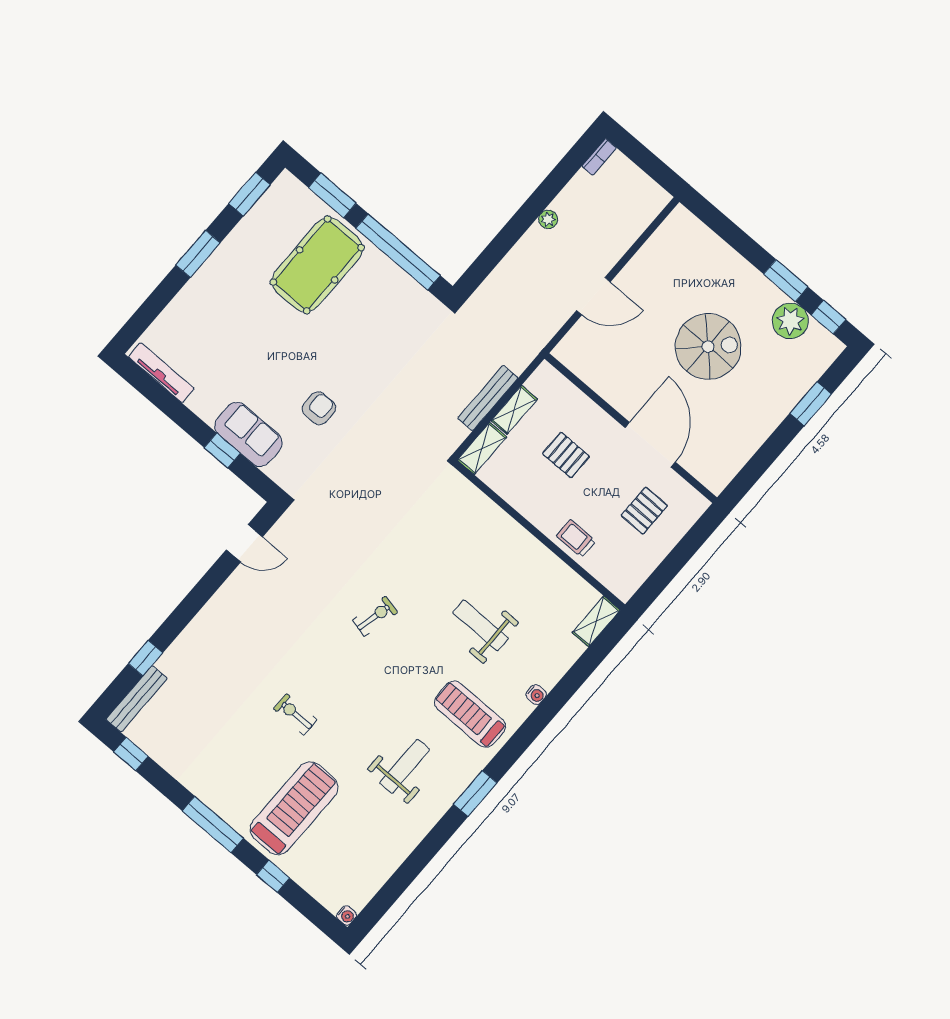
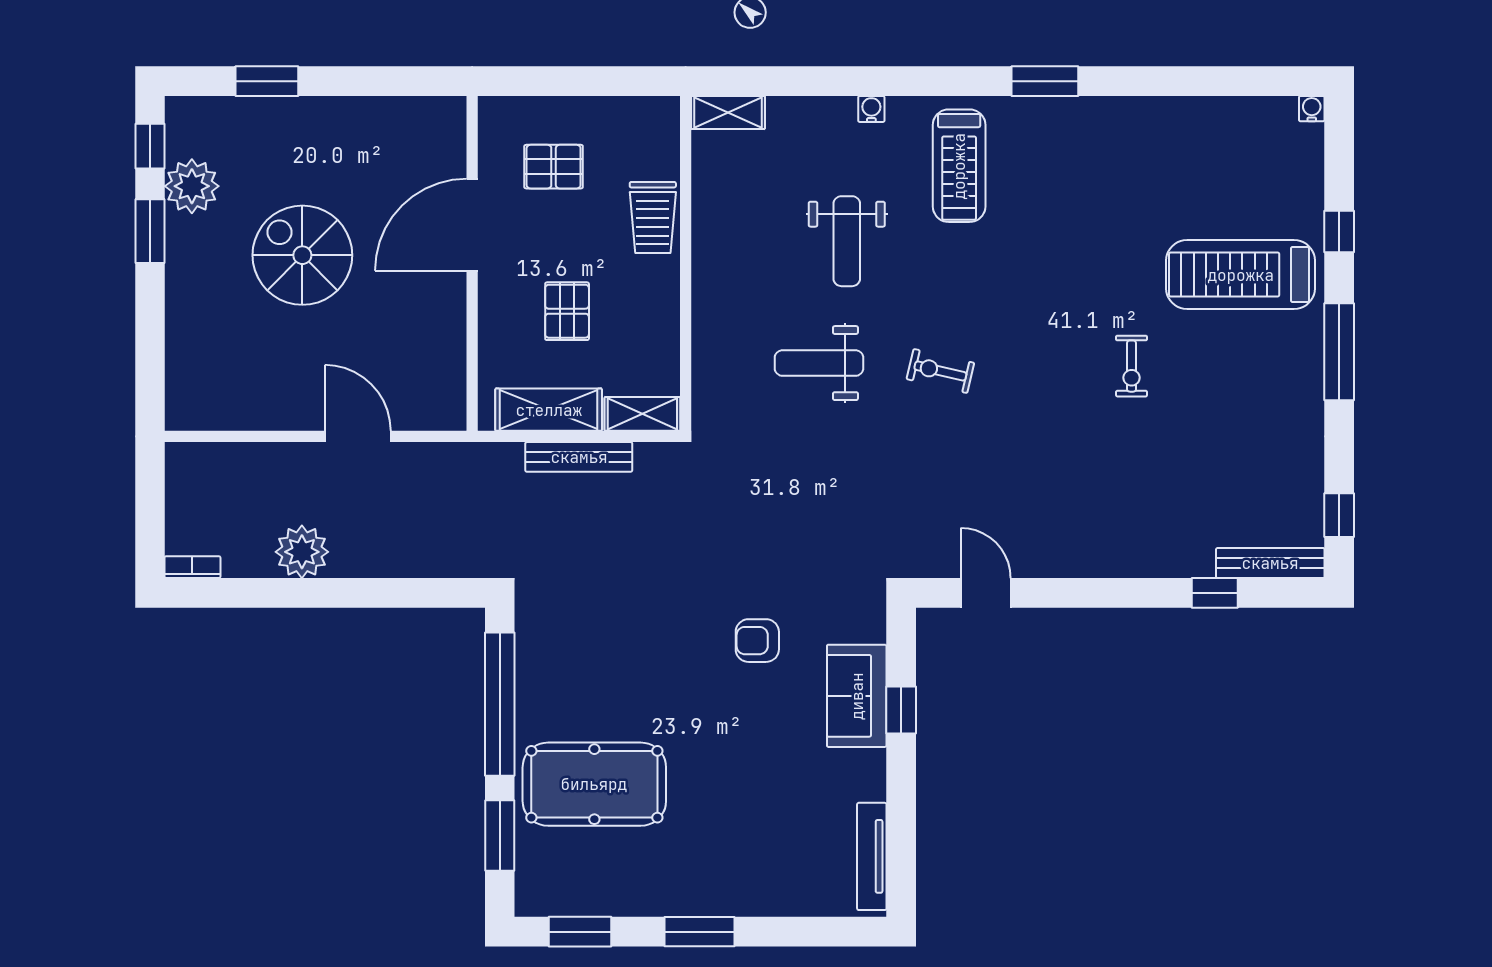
plant: (548, 219) -> (302, 552), width x1.88, depth x1.88
shelving: (514, 410) -> (549, 410), width x1.50, depth x1.33
trolley: (576, 538) -> (653, 217), width x1.36, depth x1.39
weight bench: (405, 766) -> (819, 363), moved

